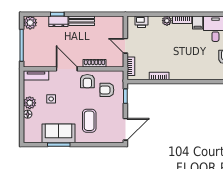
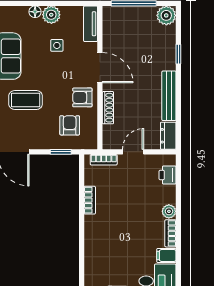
dresser: (58, 21) -> (168, 136), moved
bench: (82, 21) -> (169, 96), width x1.36
door: (67, 69) -> (100, 68), hinge flipped

